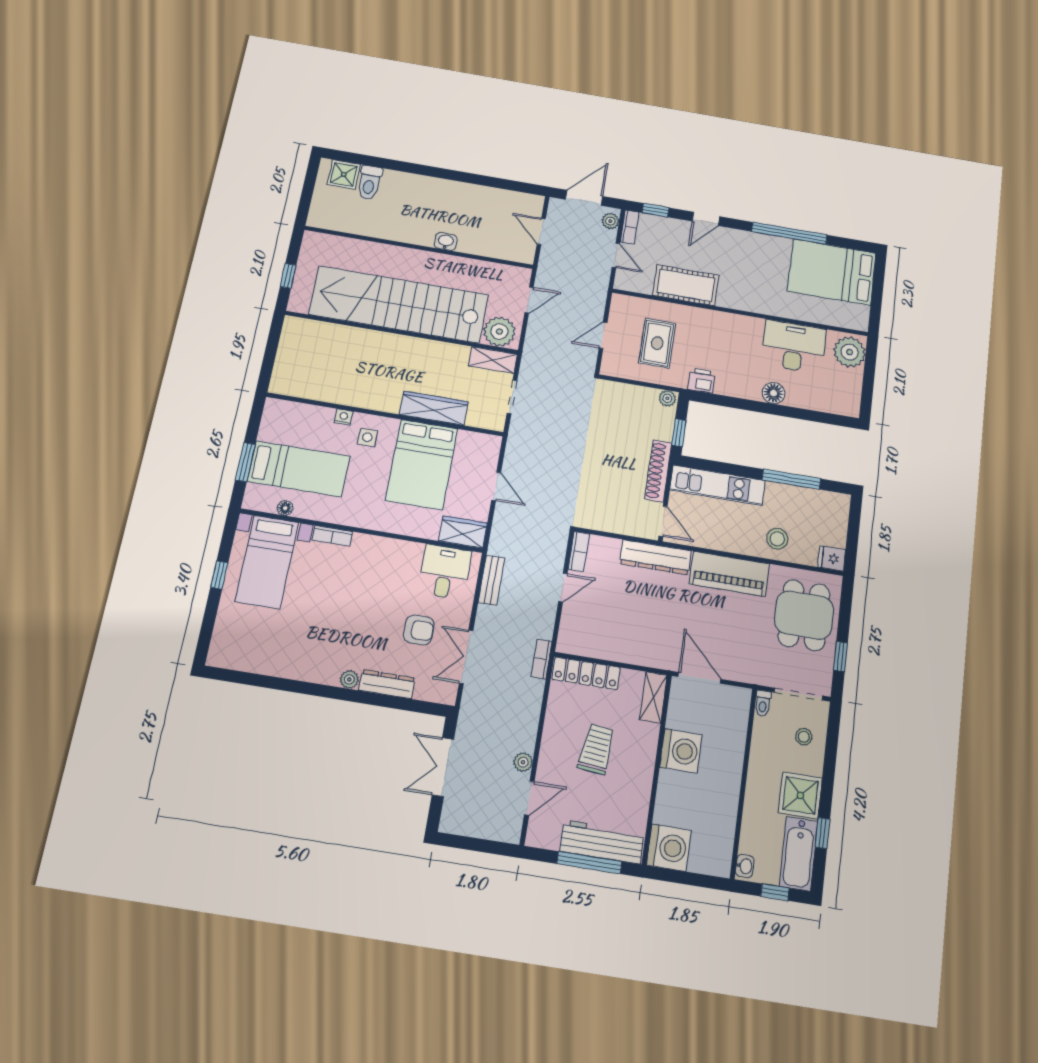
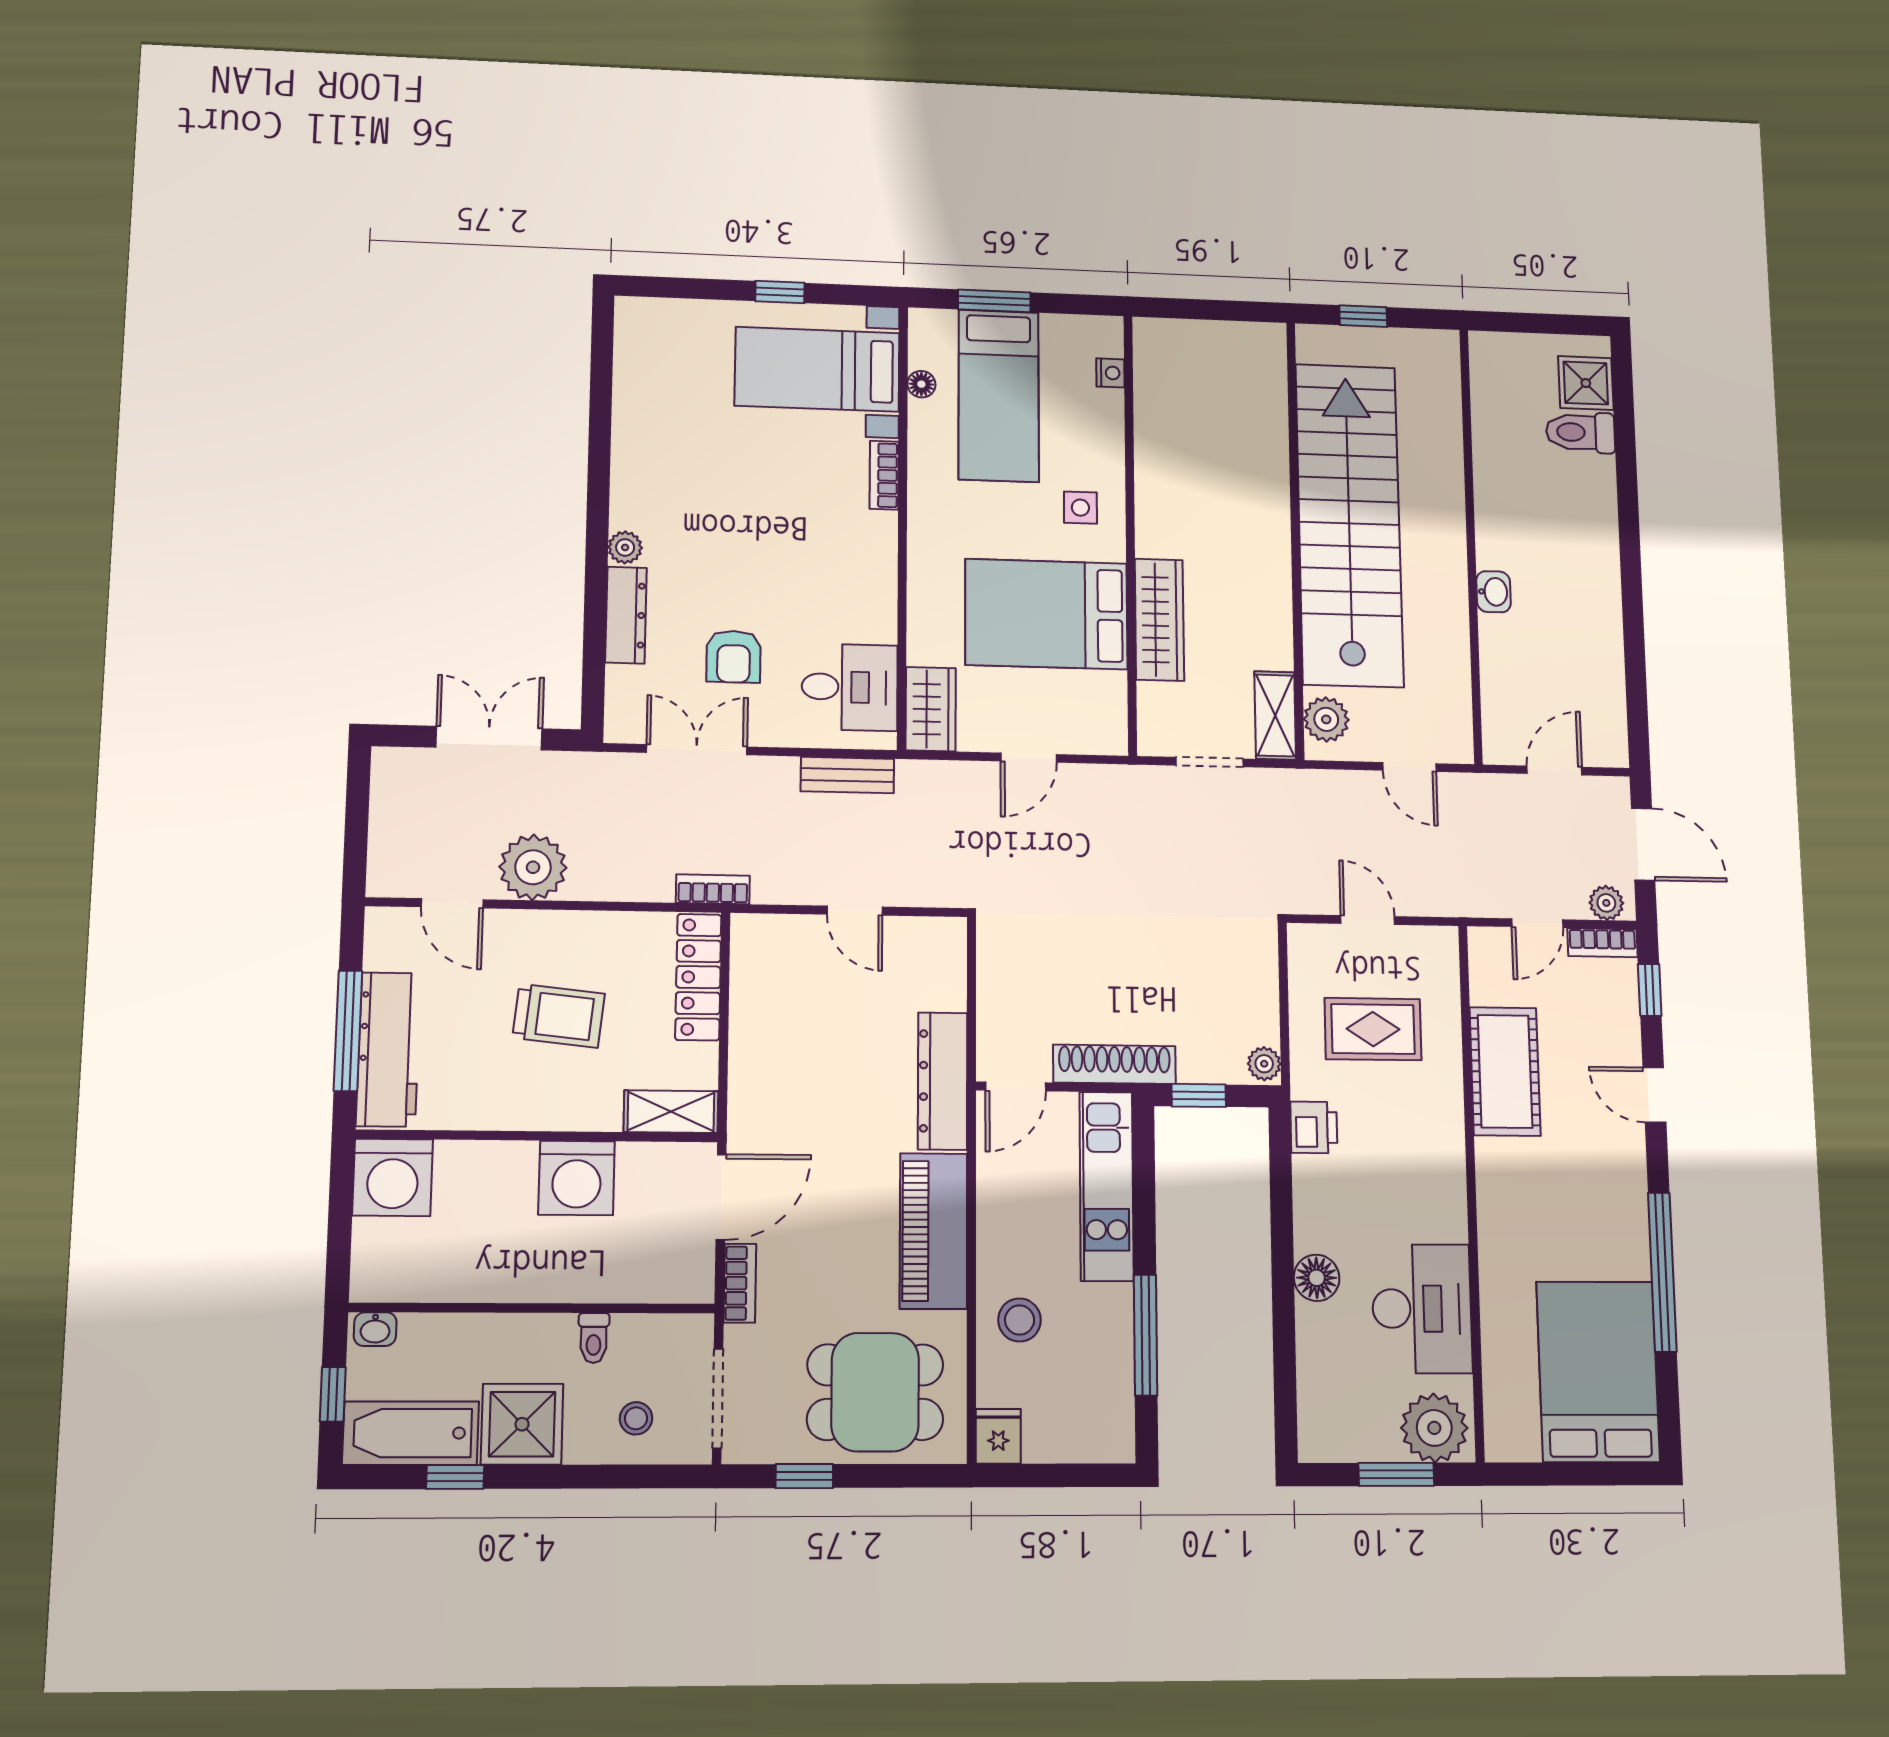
plant: (499, 332) -> (1326, 719), width x0.73, depth x0.73
window: (869, 374) -> (1396, 1474), added
nightstand: (344, 417) -> (1110, 373), moved
bookcase: (579, 551) -> (740, 1283), moved, turned -90
toilet: (763, 703) -> (594, 1338), moved, turned -90
plant: (523, 762) -> (533, 867), width x1.88, depth x1.88

